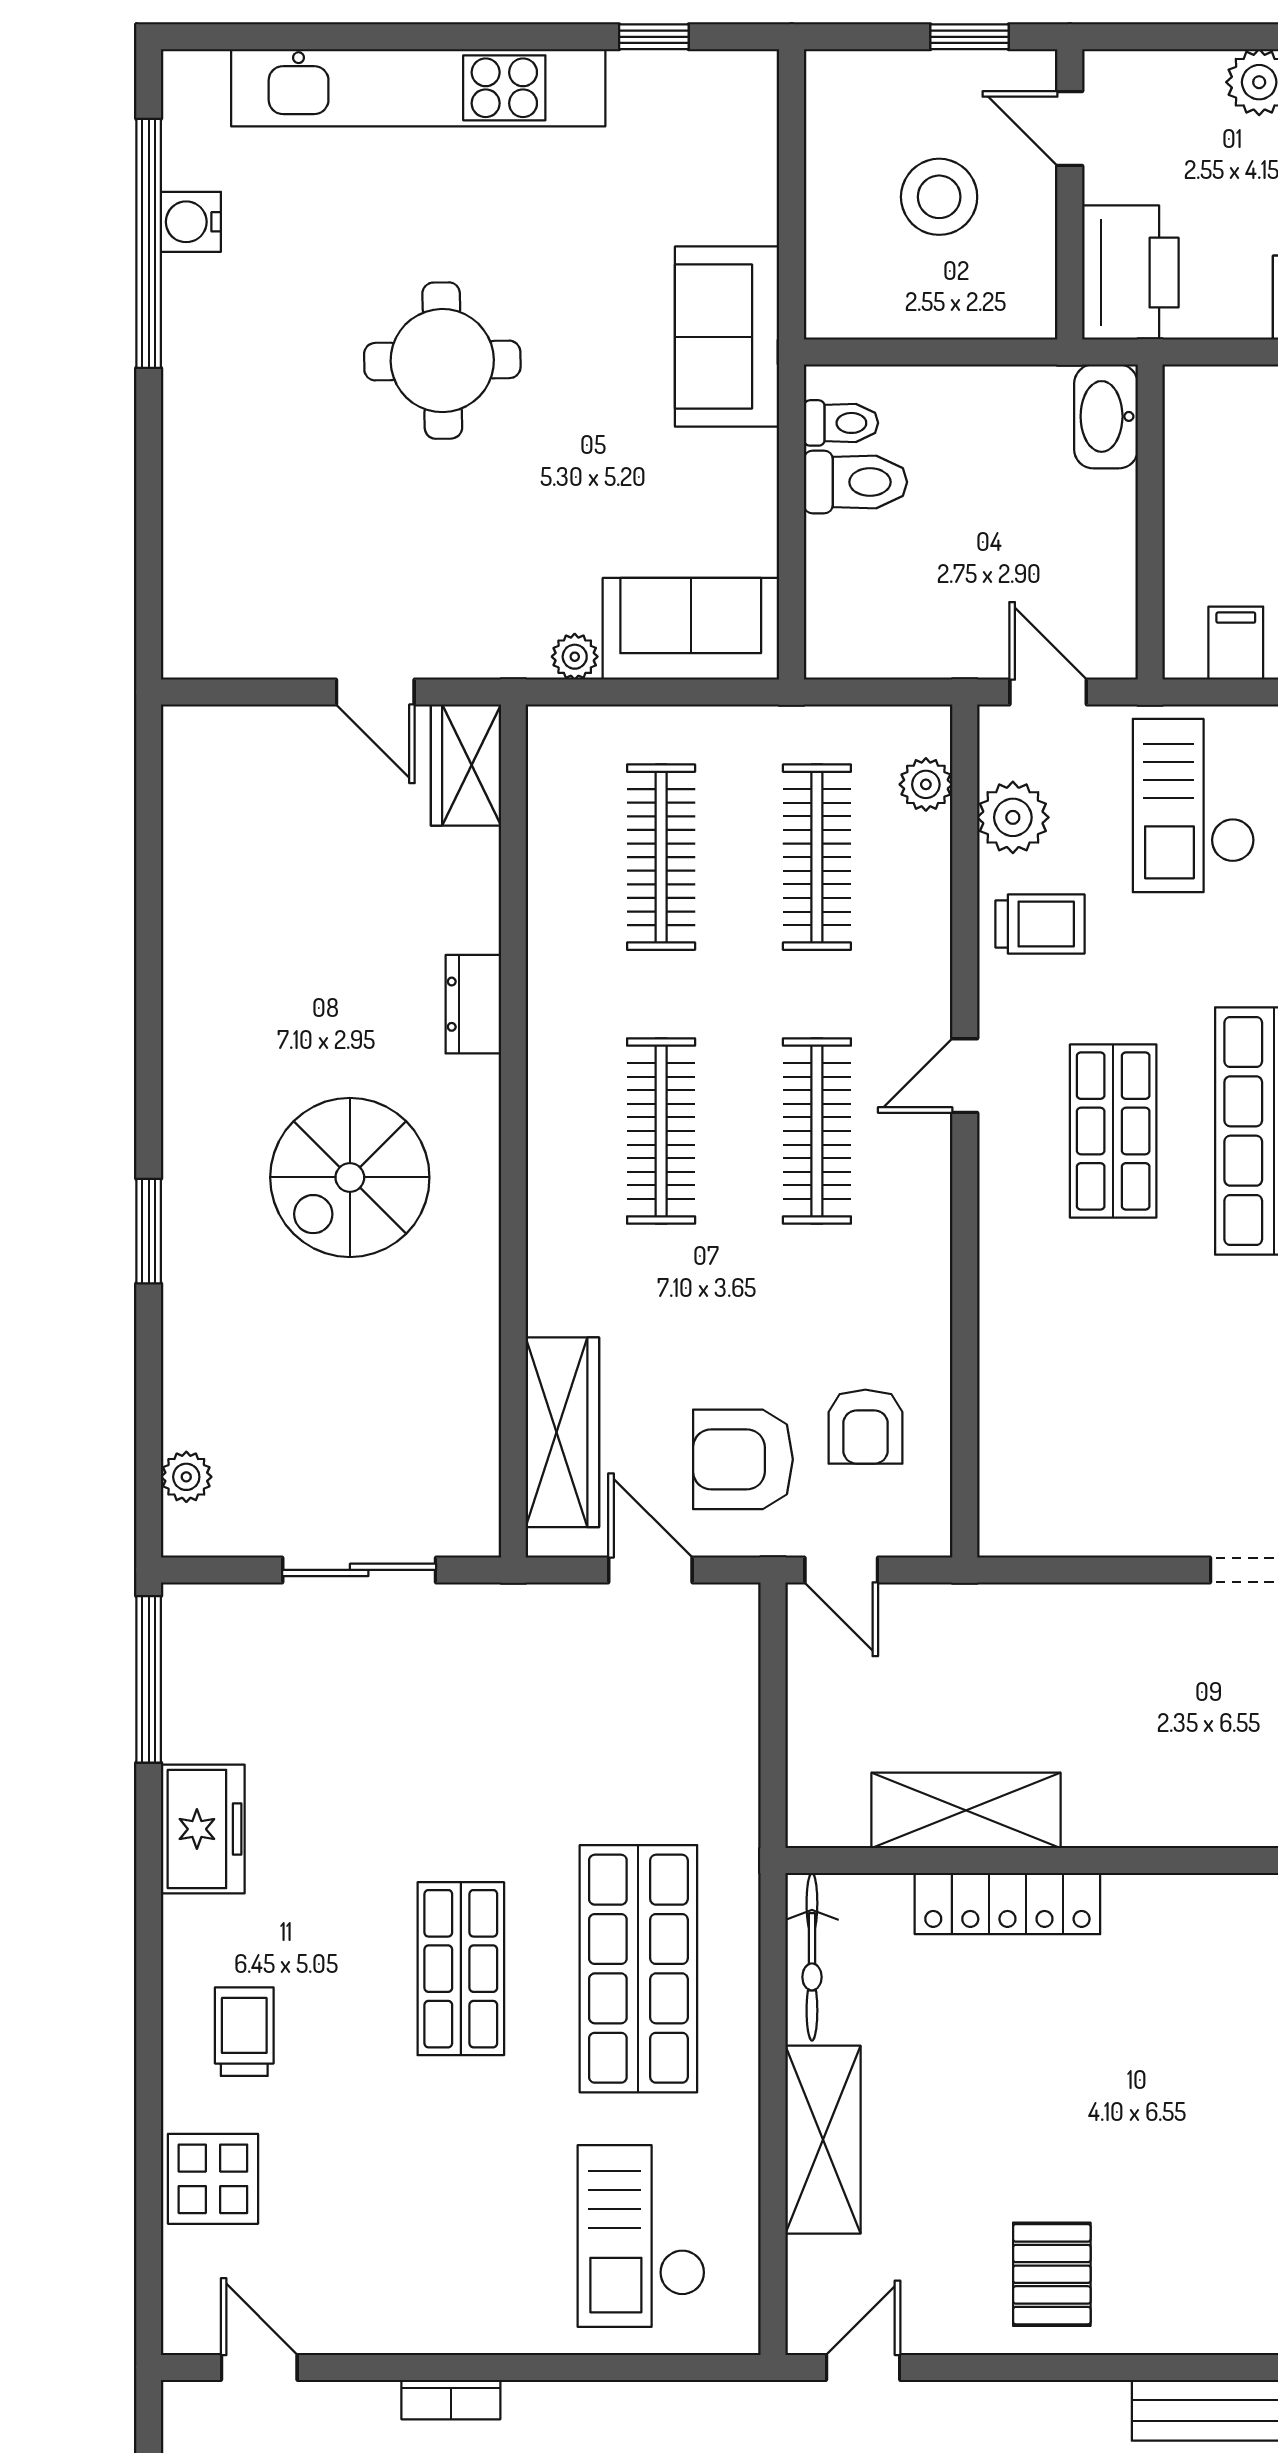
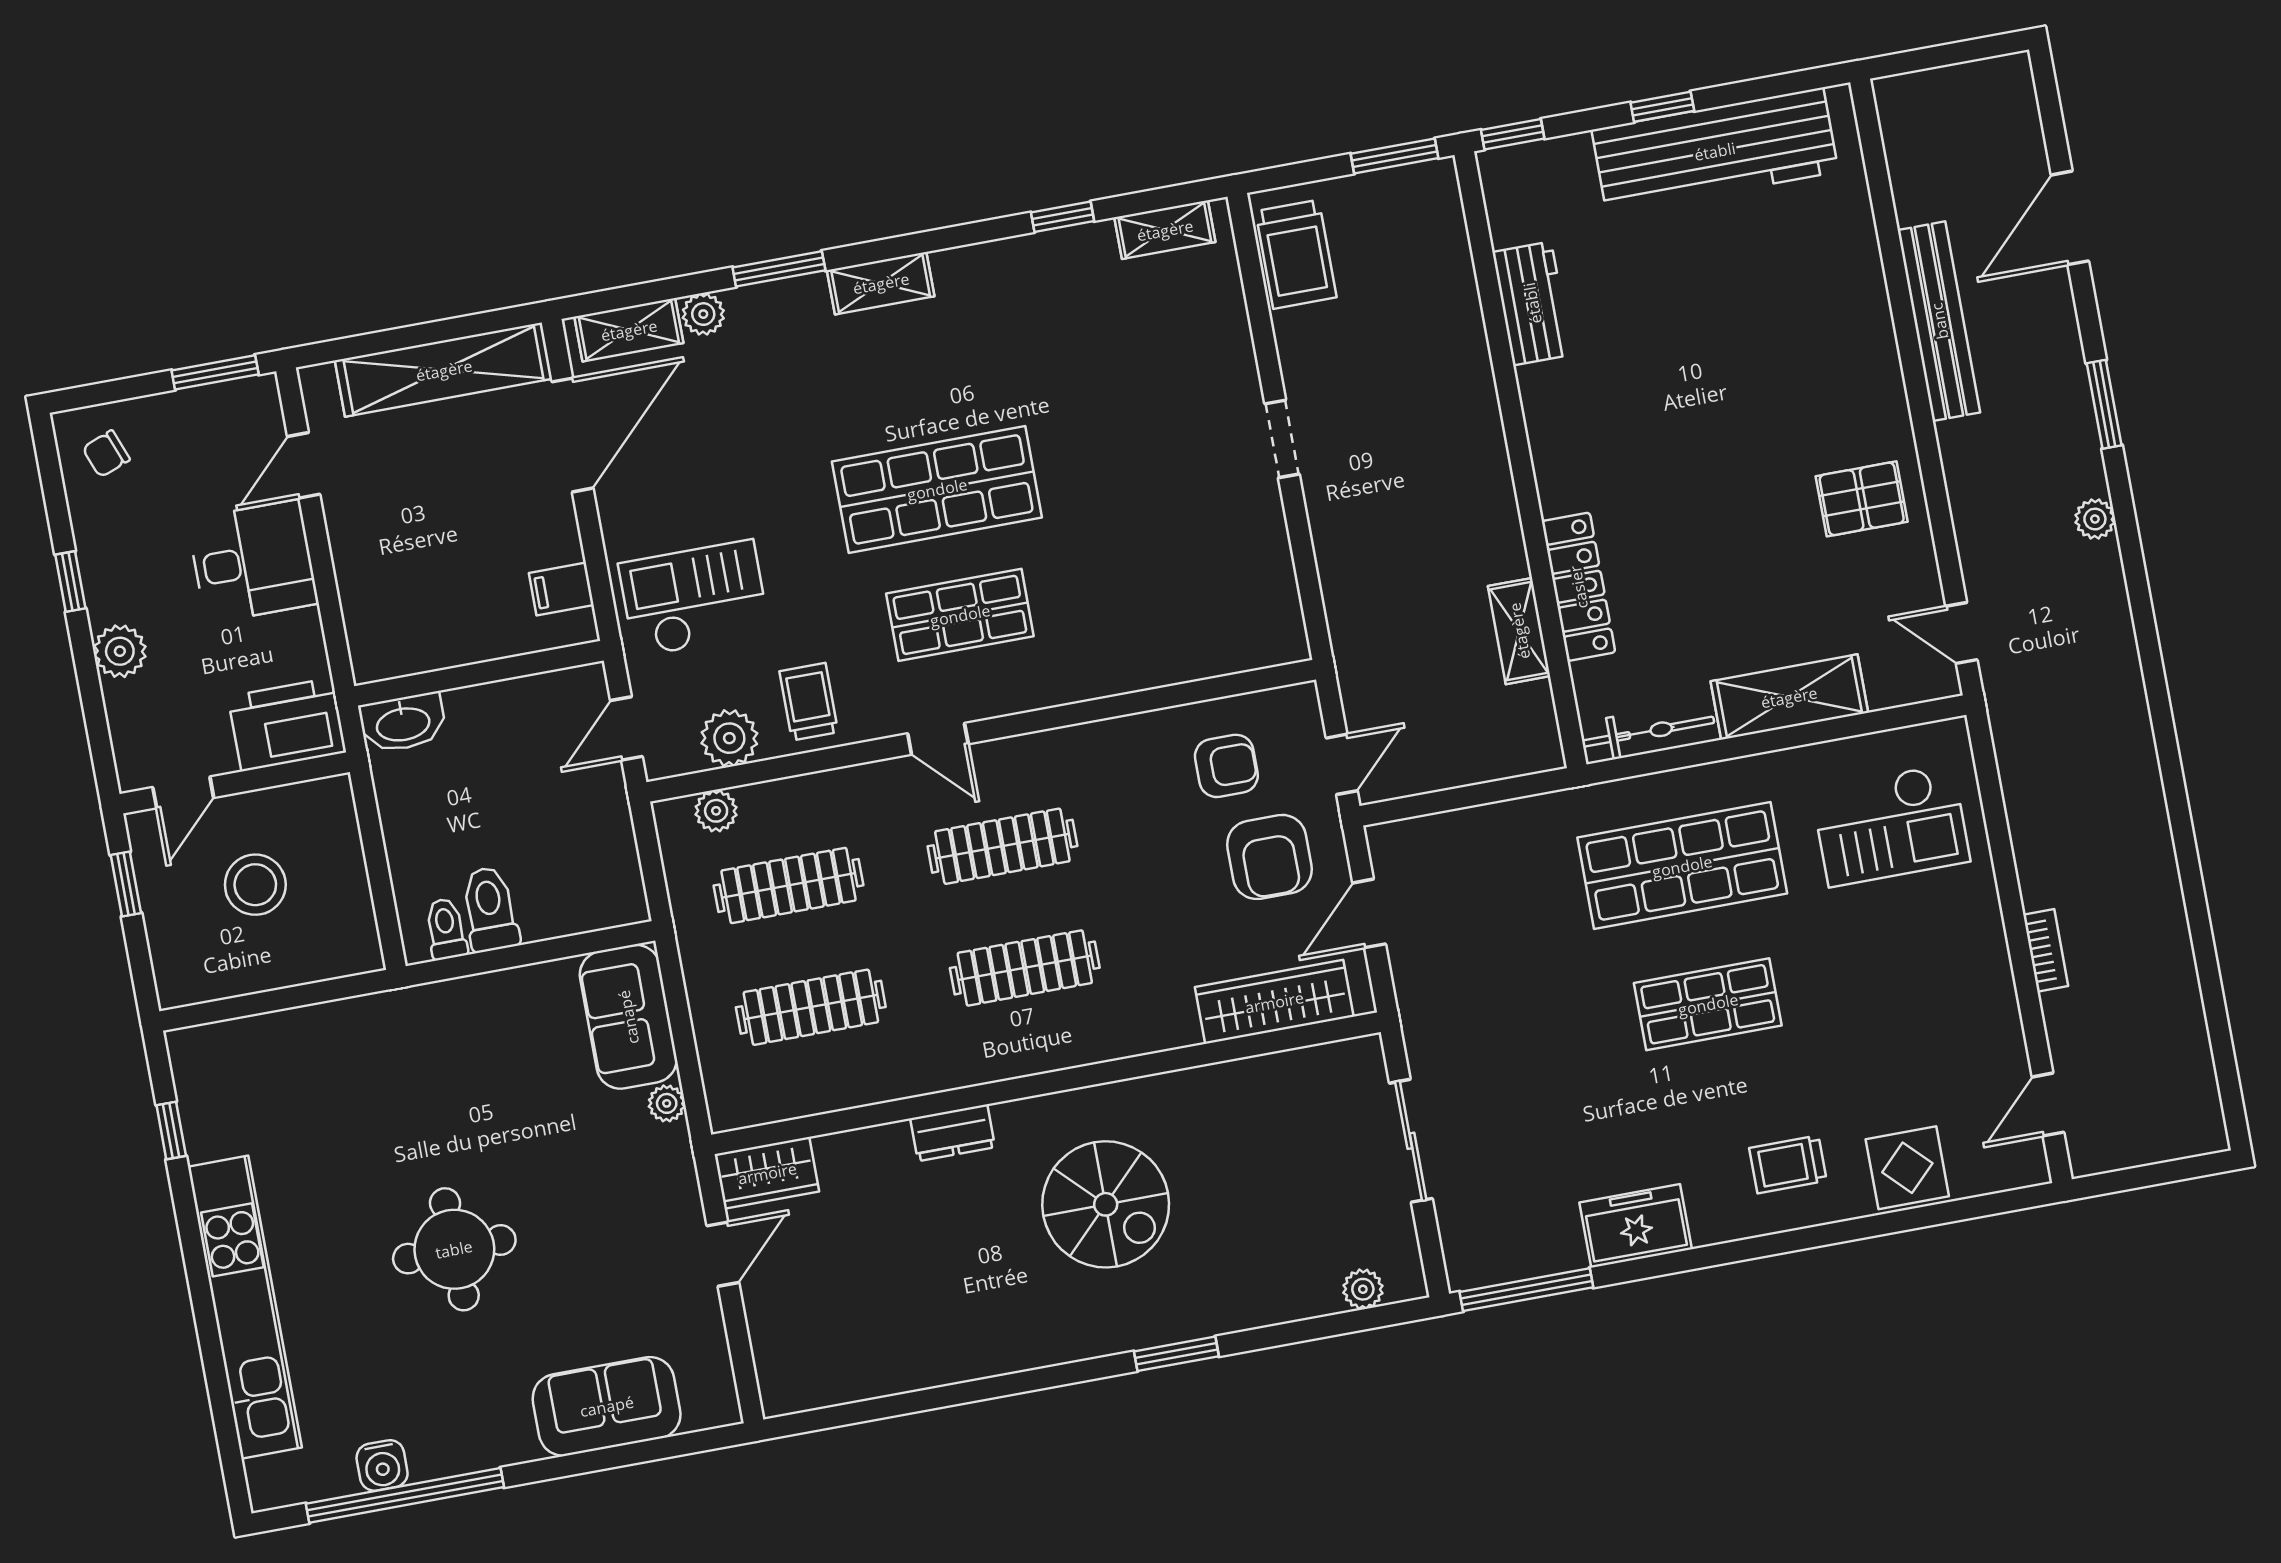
sofa: (727, 337) -> (607, 1406), moved, turned 180
checkout: (1194, 805) -> (694, 599), turned 180
shelving: (966, 1810) -> (1519, 631), width x0.67, depth x0.75

